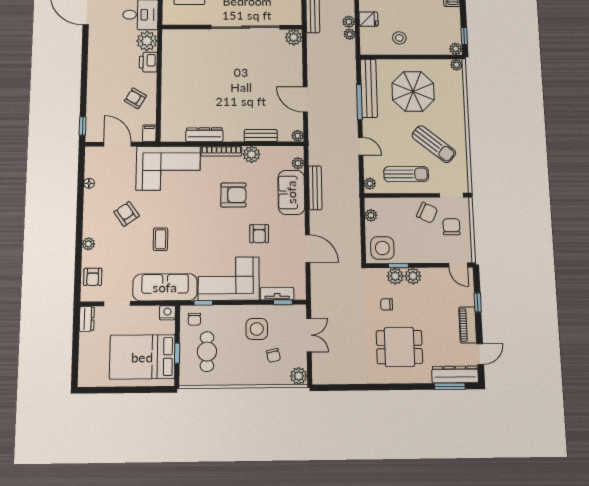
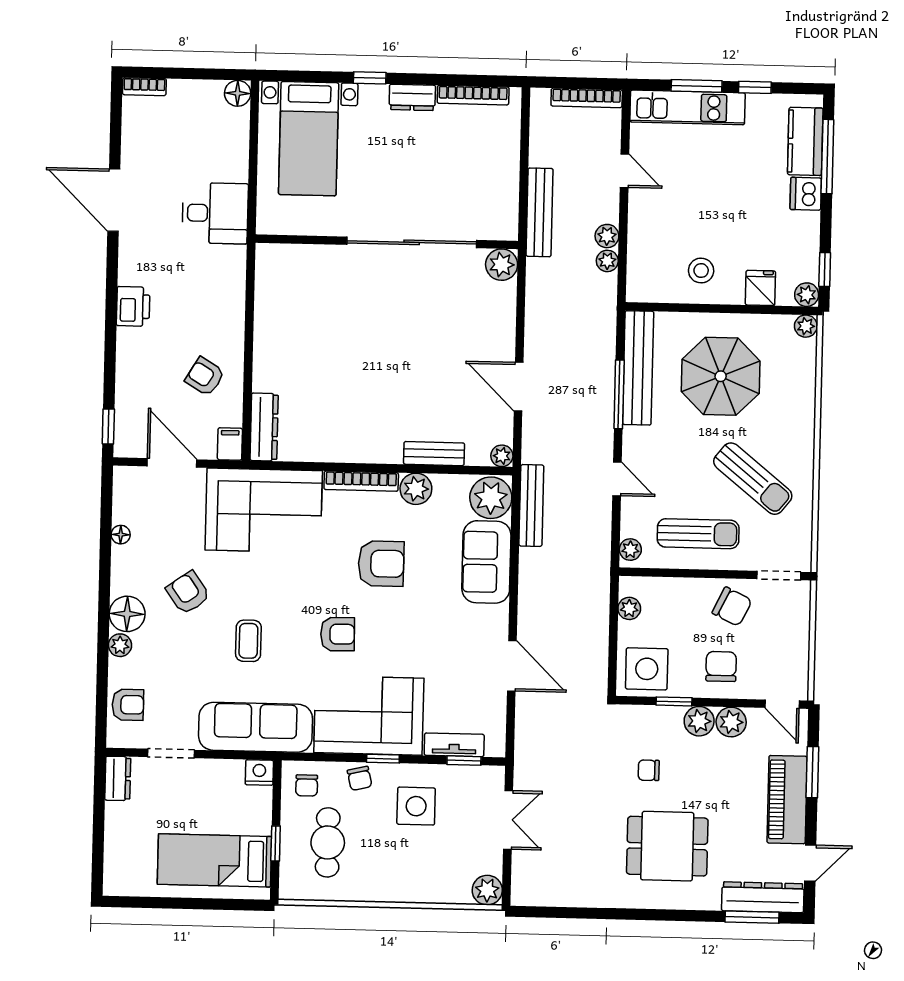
fridge: (369, 19) -> (760, 288), moved, turned -90
plant: (147, 41) -> (227, 265), removed
printer: (148, 62) -> (133, 306), moved, turned 180
dresser: (204, 135) -> (264, 427), moved, turned 90
plant: (298, 163) -> (491, 498), width x1.88, depth x1.88
bench: (315, 188) -> (531, 505), moved
floor lamp: (93, 226) -> (127, 614), added
chair: (451, 227) -> (721, 666), moved
armchair: (259, 234) -> (338, 634), moved, turned -91
plant: (395, 276) -> (731, 722), moved
armchair: (93, 277) -> (128, 705), turned -90
window: (478, 302) -> (812, 772), width x1.50
window: (203, 303) -> (383, 759), moved
piano: (468, 325) -> (787, 800), width x1.37, depth x1.33
chair: (273, 355) -> (360, 778), moved
bed: (142, 357) -> (214, 860), width x0.67

